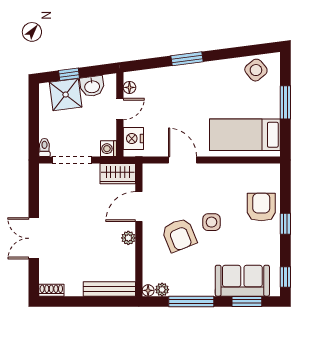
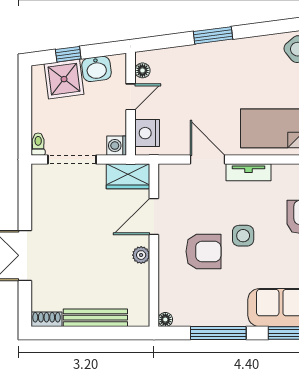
tv unit: (216, 170) -> (249, 172), added
armchair: (179, 235) -> (203, 251), turned -68
bench: (109, 289) -> (95, 318), moved
plant: (162, 290) -> (182, 318), removed

